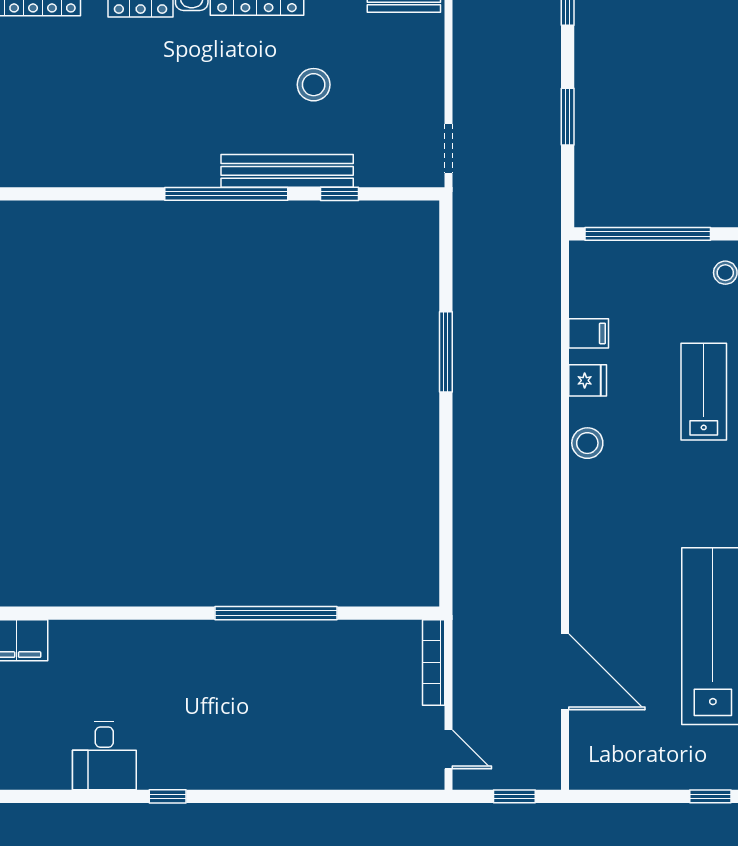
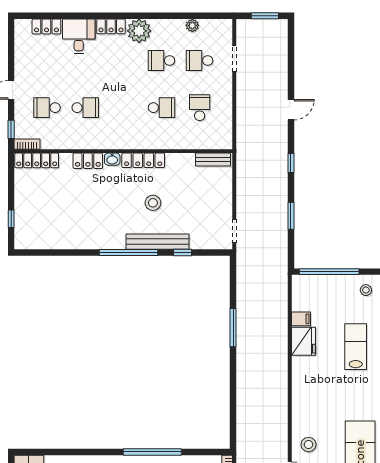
stool: (314, 85) -> (153, 203), moved
fridge: (588, 380) -> (304, 341), width x1.88, depth x1.34
stool: (587, 443) -> (309, 445), moved

